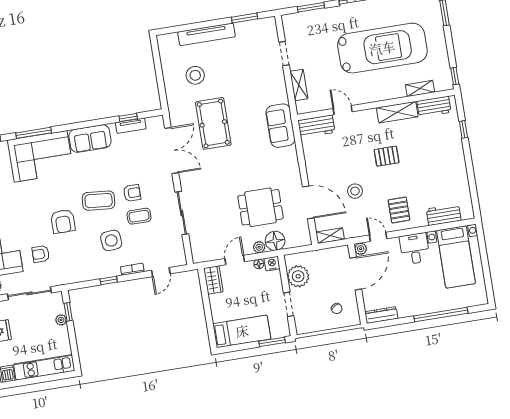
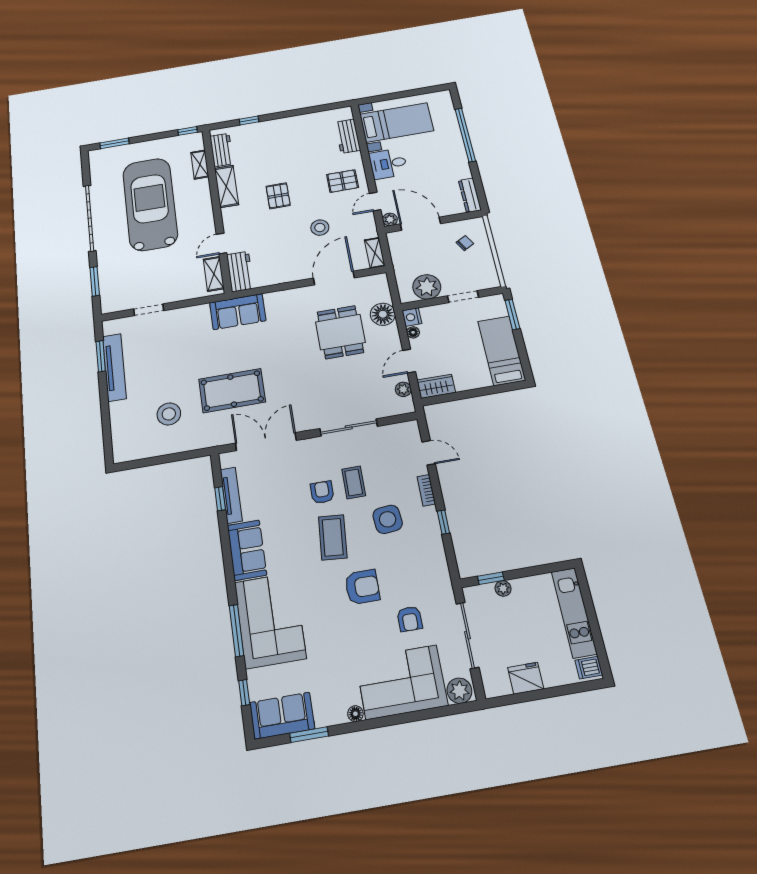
tv unit: (207, 34) -> (114, 367), moved
shelving: (299, 85) -> (214, 274), moved, turned 90
tv unit: (131, 126) -> (231, 495), width x1.41
plant: (259, 247) -> (403, 389), moved
door: (235, 260) -> (409, 361), hinge flipped

